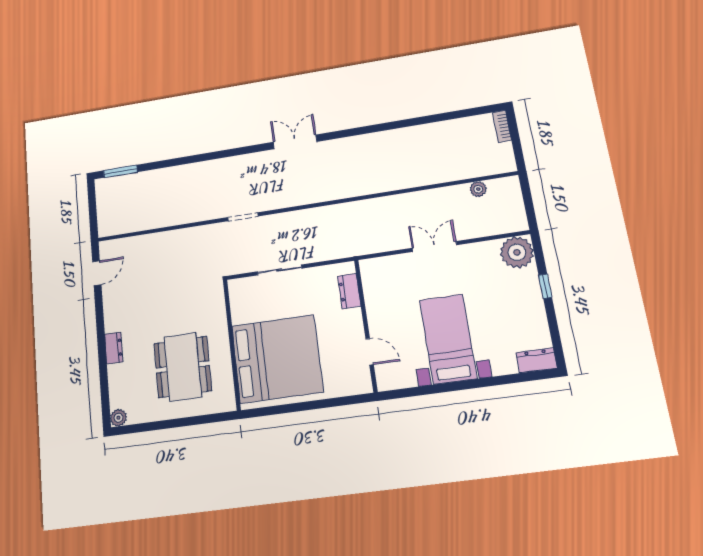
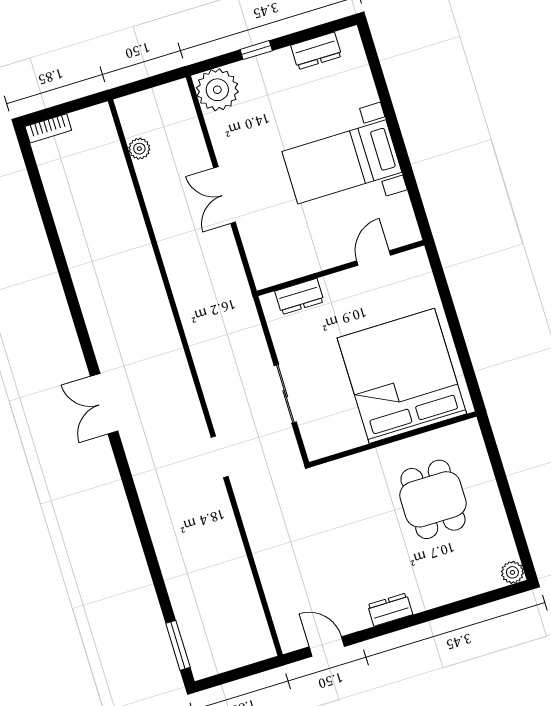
dresser: (114, 348) -> (390, 610), moved
dresser: (537, 360) -> (316, 51), moved, turned -90
dining table: (183, 367) -> (433, 499), width x0.73

